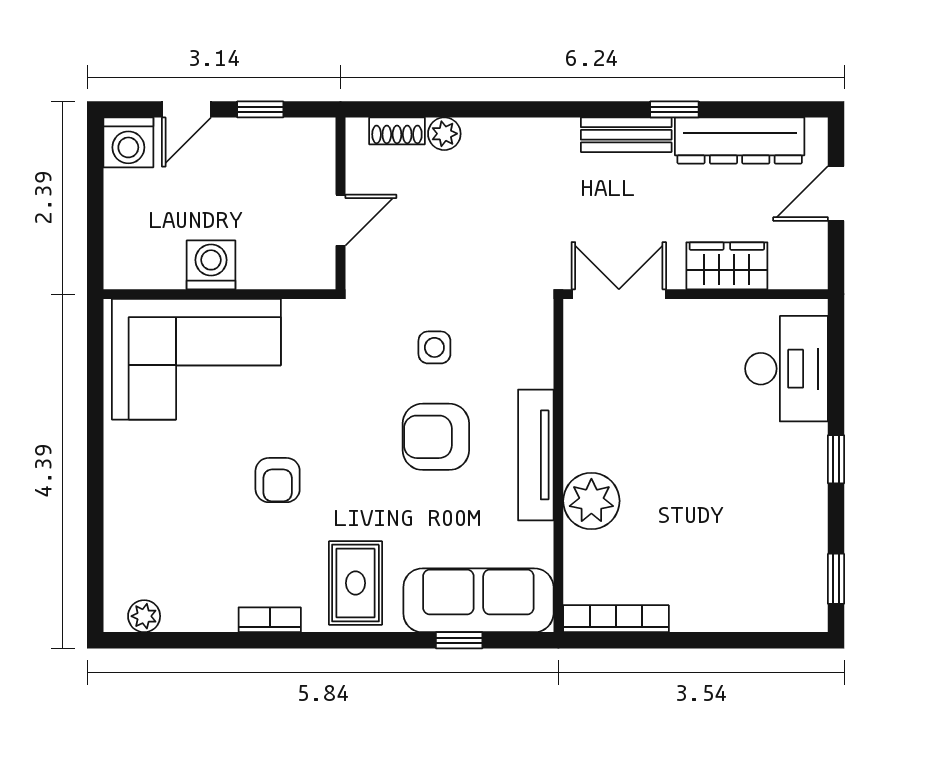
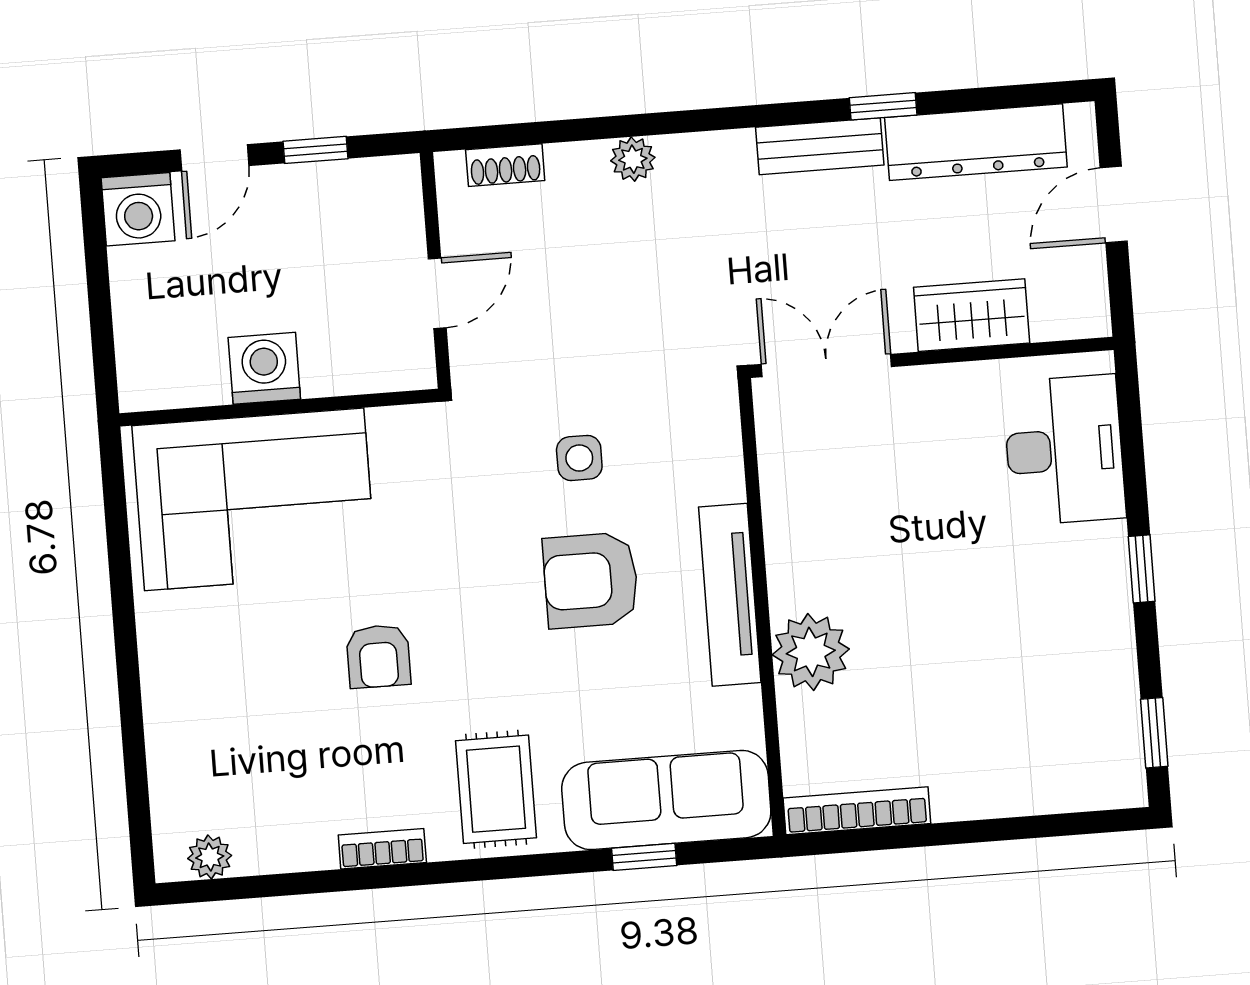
plant: (444, 134) -> (633, 159), moved

